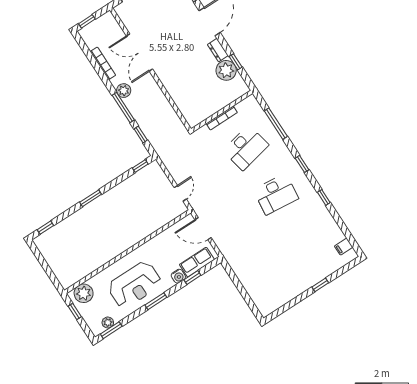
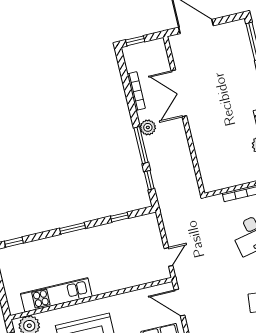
window: (140, 166) -> (120, 217), moved
kitchen unit: (97, 259) -> (56, 295), added

